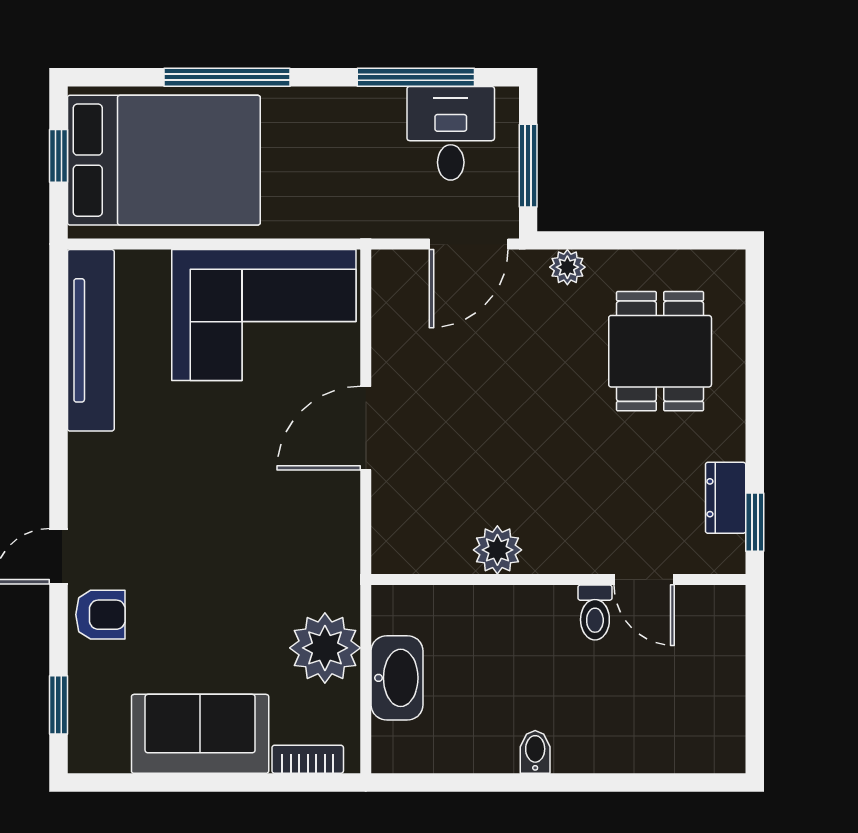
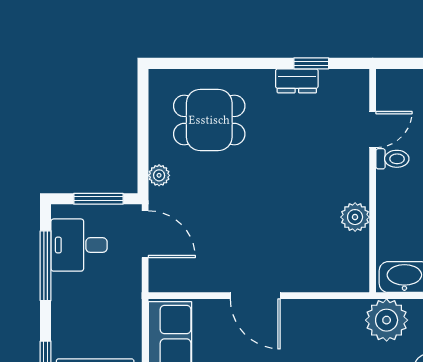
plant: (497, 550) -> (355, 217), moved
wall: (558, 579) -> (373, 181), moved
door: (644, 579) -> (373, 129), moved
toilet: (595, 613) -> (392, 159), moved

